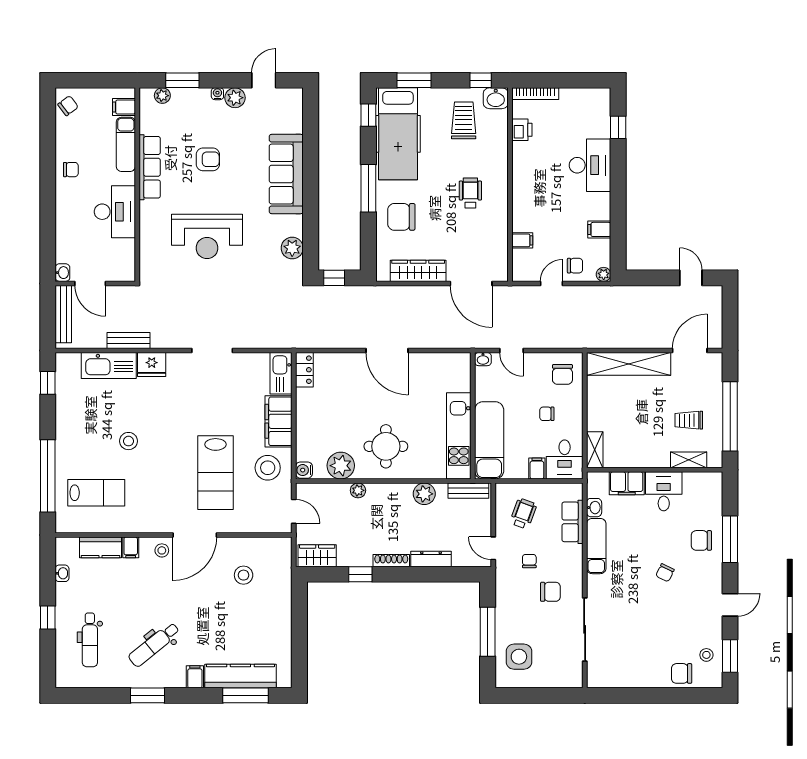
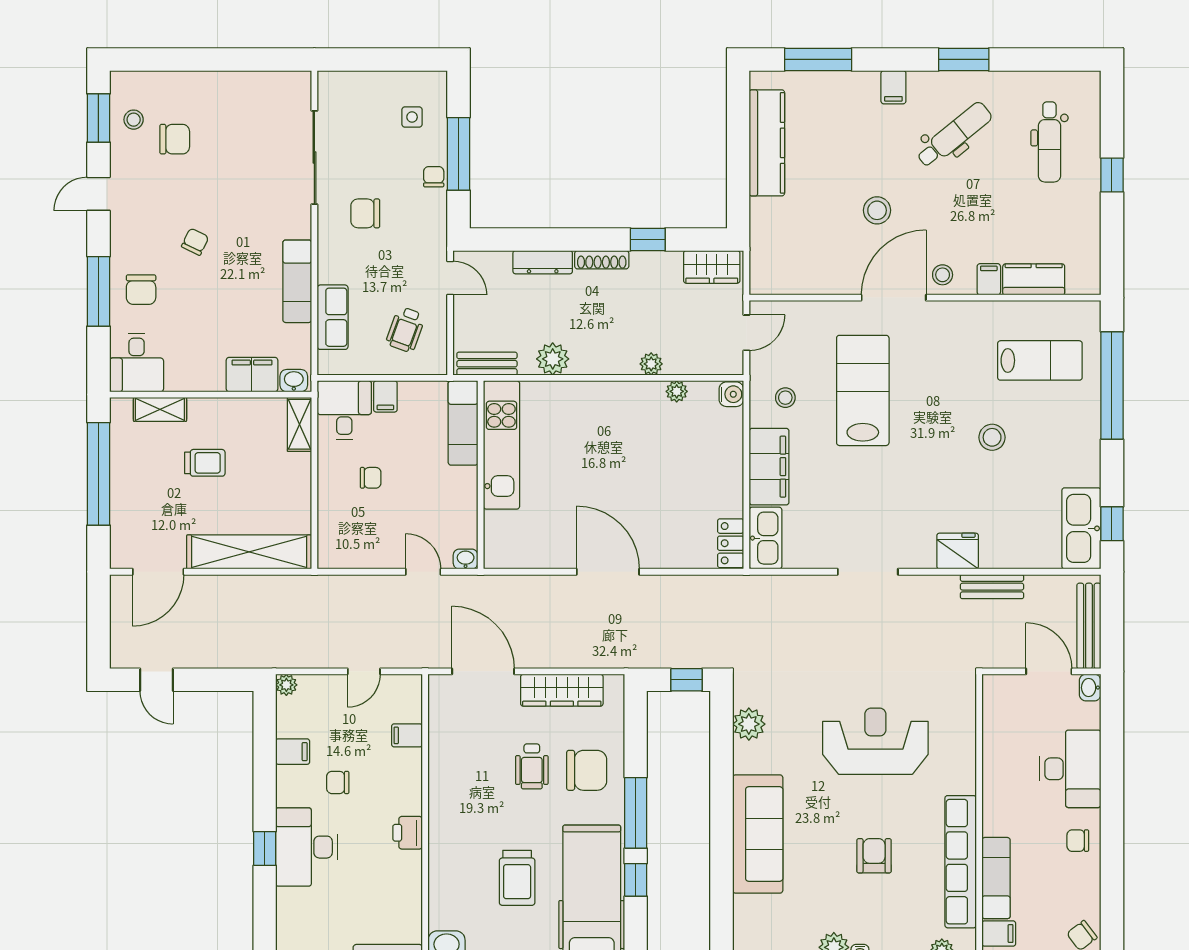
window: (368, 115) -> (636, 880), moved
trolley: (464, 120) -> (517, 878), moved
window: (618, 127) -> (265, 849), moved
printer: (522, 130) -> (408, 833), moved
armchair: (208, 159) -> (874, 856), turned 90
row of seats: (150, 167) -> (961, 862), width x1.36
wheelchair: (470, 193) -> (532, 766), moved
desk: (115, 212) -> (1070, 769), moved, turned 180
chair: (575, 266) -> (338, 782), moved
kitchen sink: (109, 366) -> (1081, 528), moved, turned -90
chair: (562, 374) -> (347, 536), removed
trolley: (689, 420) -> (205, 463), moved
exam couch: (489, 440) -> (463, 423), width x0.73, depth x0.69
round table: (386, 446) -> (610, 429), removed
plant: (341, 466) -> (677, 391), width x0.53, depth x0.53
stool: (268, 468) -> (785, 398), width x0.53, depth x0.53
desk: (664, 491) -> (137, 363), moved
lab bench: (96, 493) -> (1040, 360), turned 180
washbasin: (594, 508) -> (294, 381), moved, turned 90
door: (294, 511) -> (746, 333), swing flipped
chair: (701, 540) -> (141, 290), turned 90
chair: (529, 561) -> (434, 177), moved, turned 180
washbasin: (62, 573) -> (1091, 241), removed
stool: (244, 575) -> (877, 210), moved
dental chair: (90, 640) -> (1049, 142), turned 180
side table: (519, 657) -> (412, 117), width x0.54, depth x0.54
chair: (682, 673) -> (175, 139), moved
kitchen counter: (240, 676) -> (767, 143), moved, turned -90

